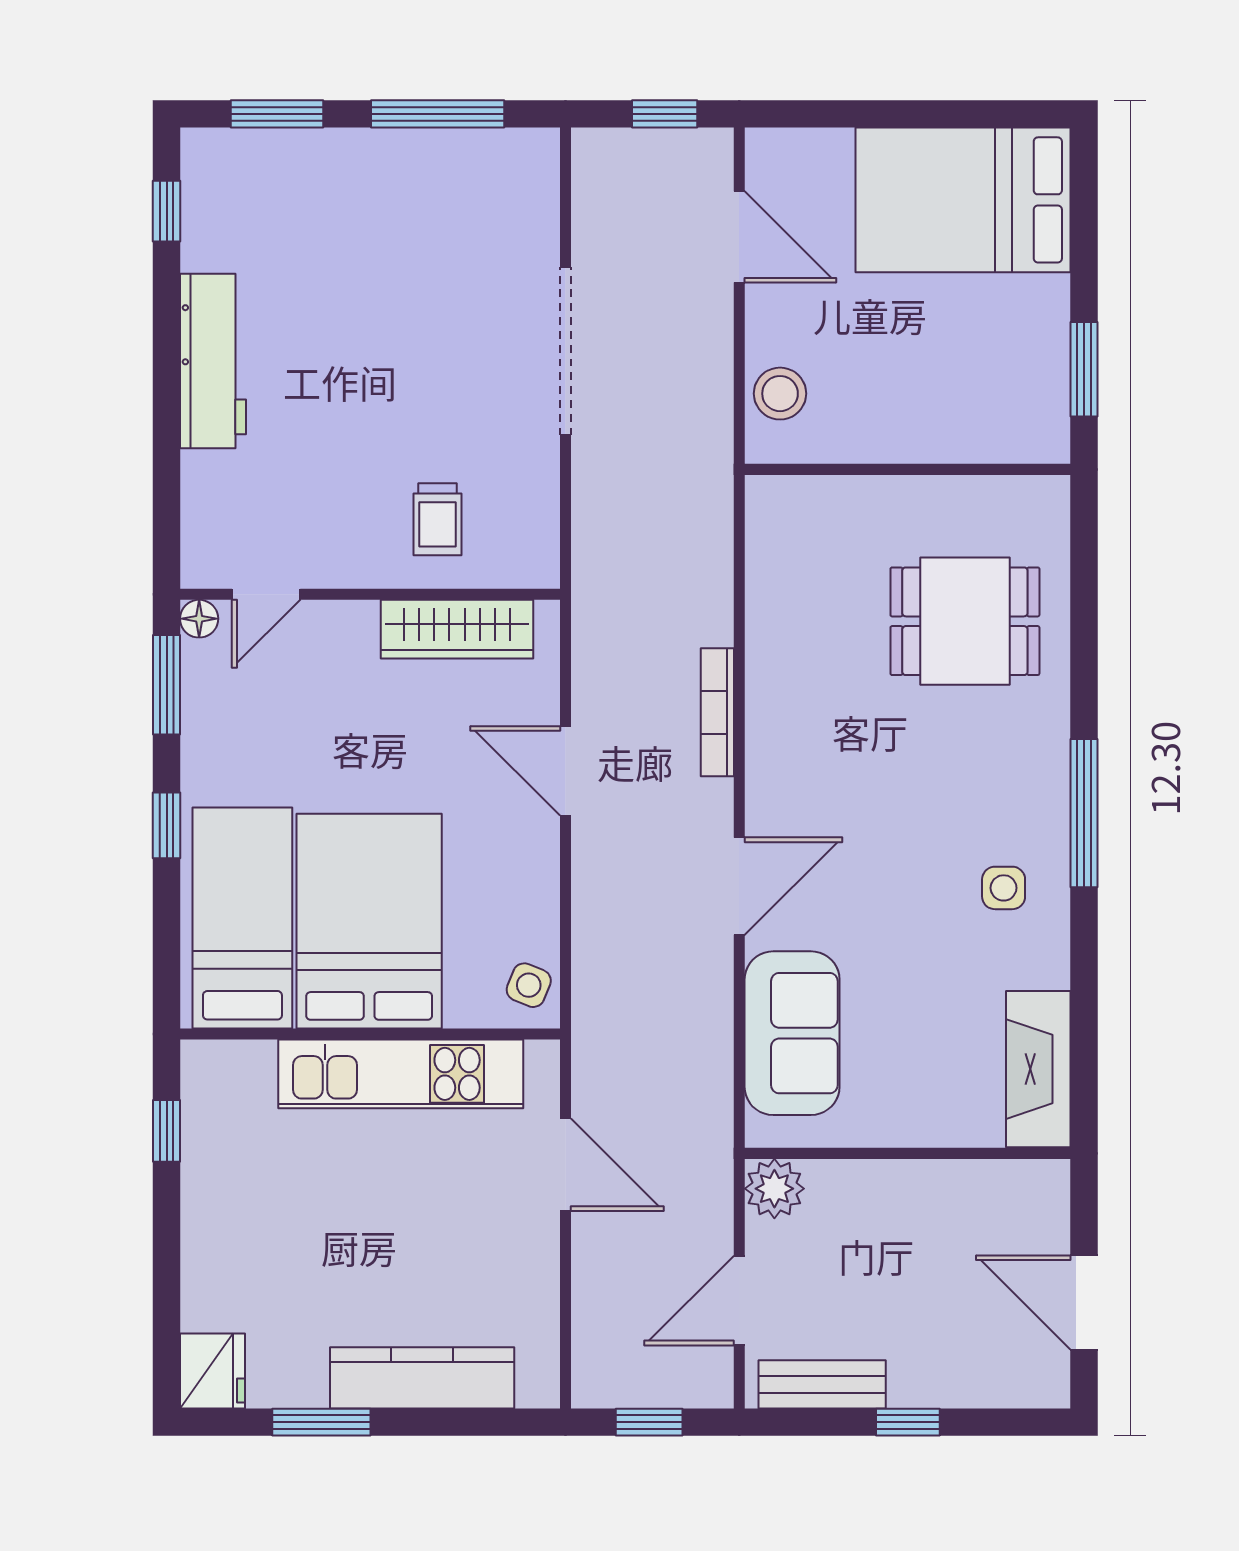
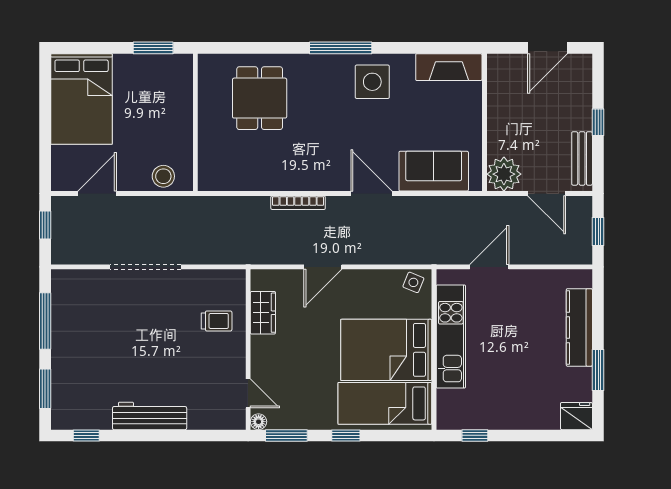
wardrobe: (457, 629) -> (263, 313), width x0.67
side table: (1004, 888) -> (372, 82), width x1.87, depth x1.87
plant: (774, 1189) -> (504, 174), width x1.36, depth x1.36

